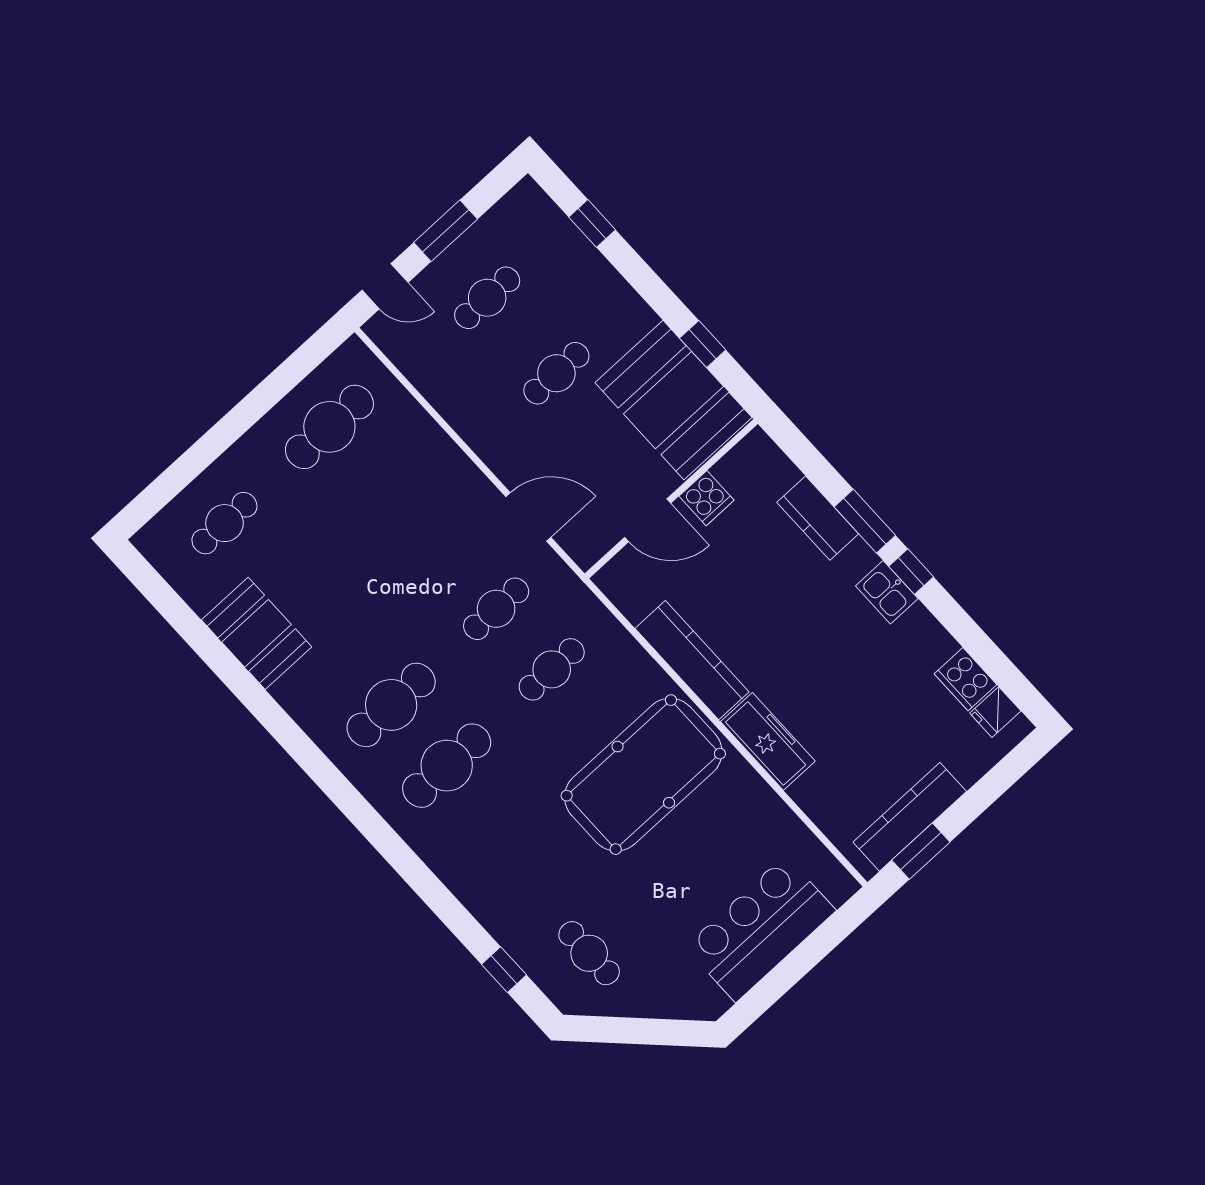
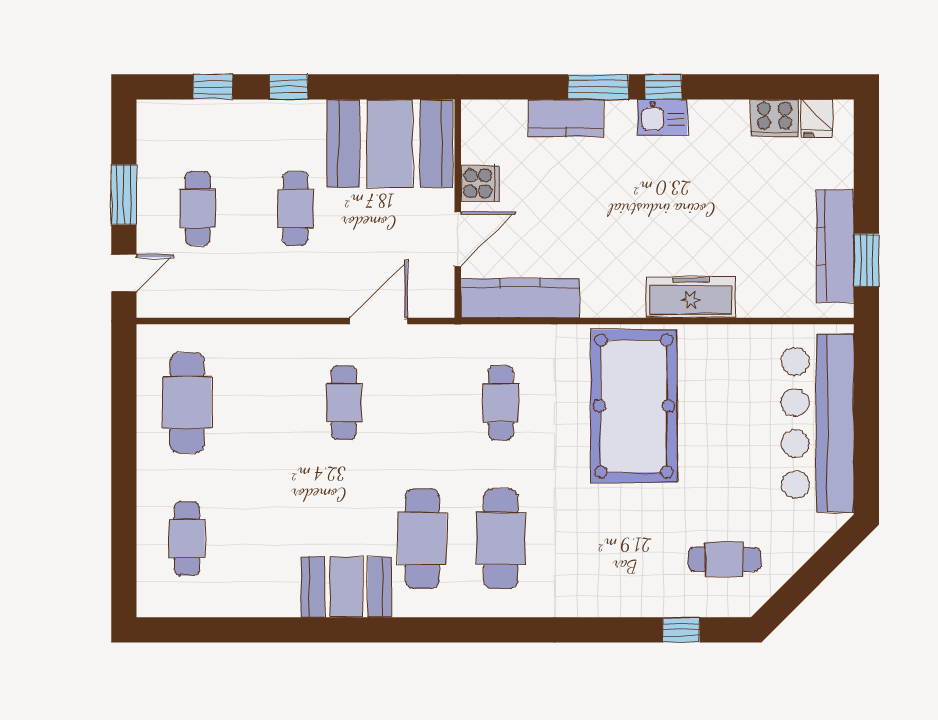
window: (703, 344) -> (289, 87), moved
cafe table: (496, 609) -> (344, 403), moved
booth: (257, 633) -> (346, 587), moved
kitchen counter: (692, 660) -> (520, 298), moved
bar counter: (760, 929) -> (818, 423), width x1.36

